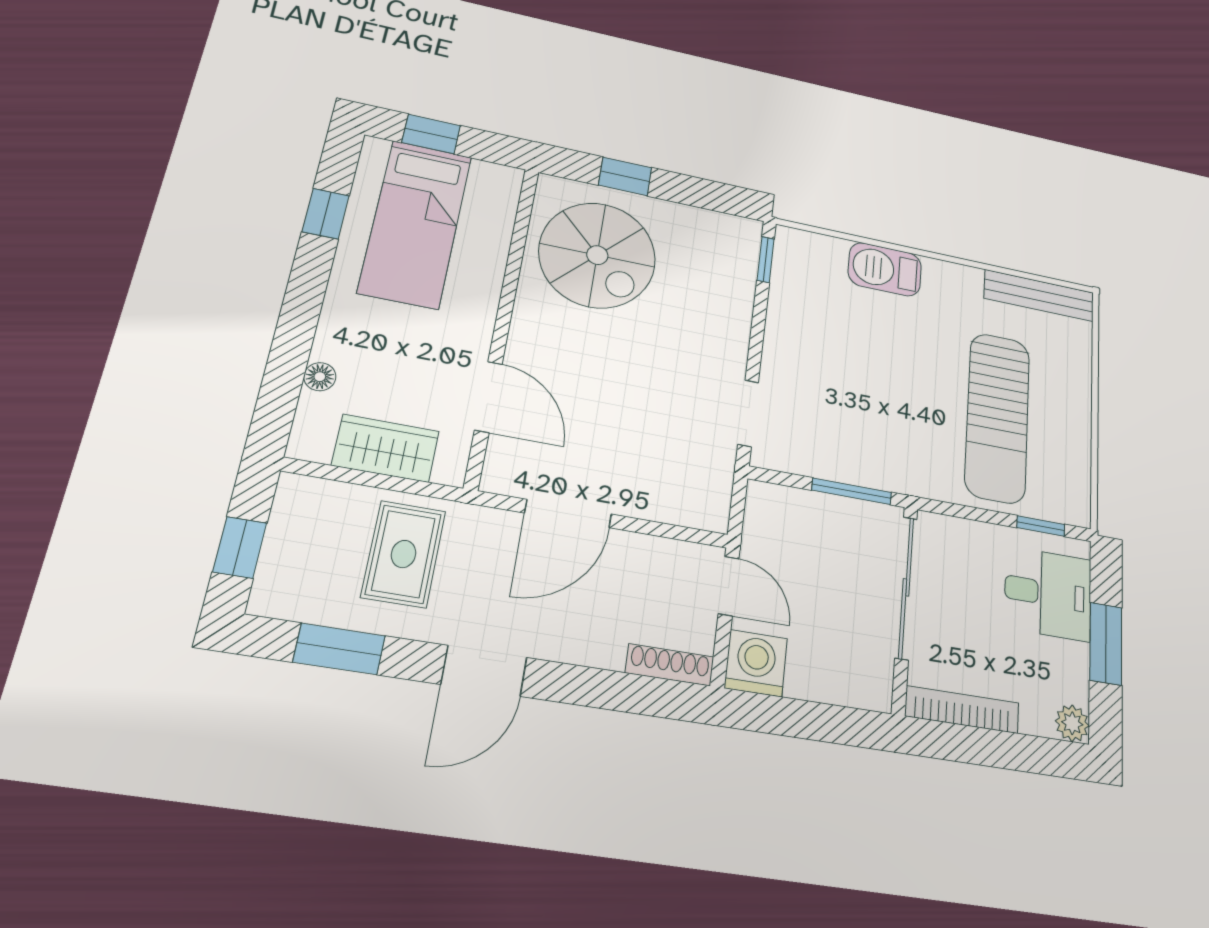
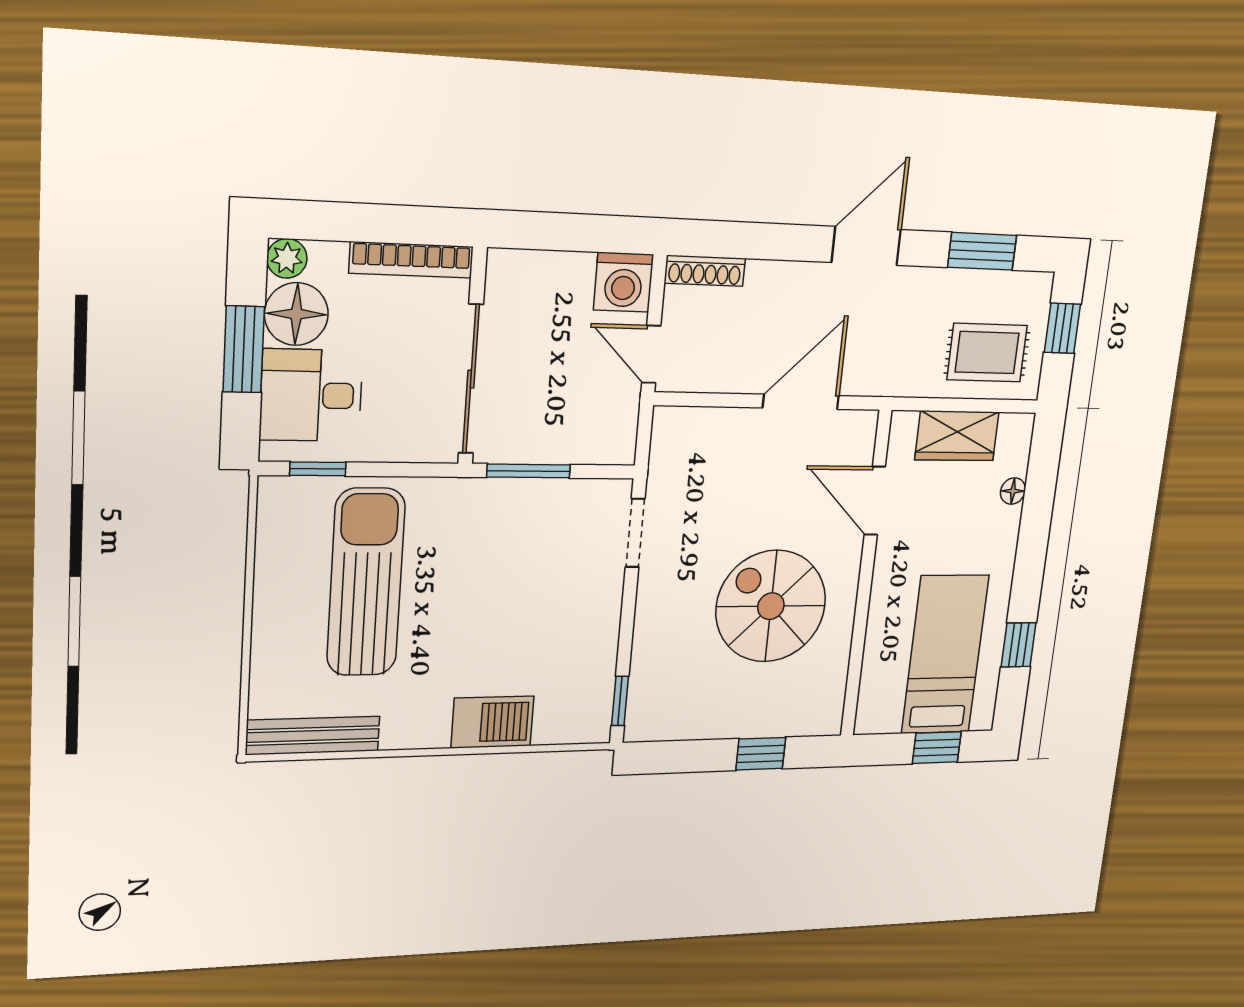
spiral stairs: (597, 255) -> (771, 606), moved
rug: (404, 554) -> (987, 353), moved, turned 90
floor lamp: (1063, 670) -> (296, 314), added

